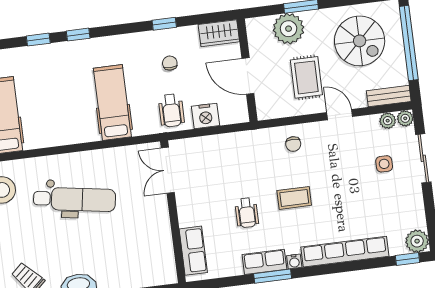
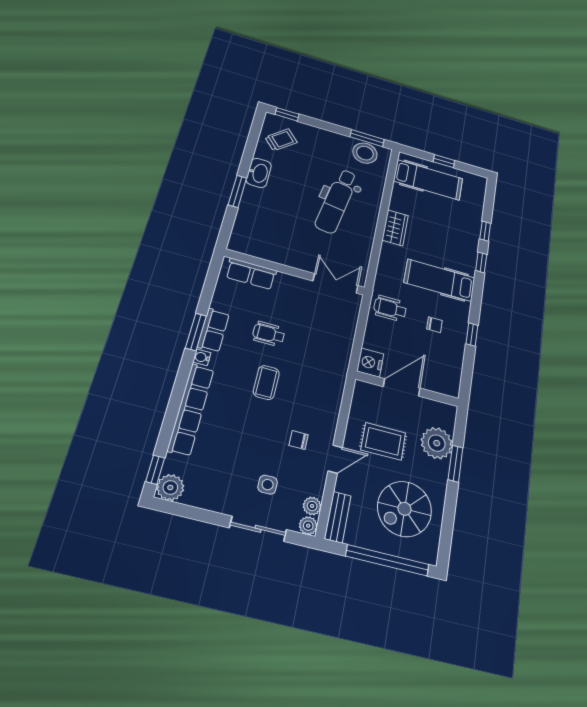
wardrobe: (219, 33) -> (395, 228), moved, turned 180
hospital bed: (112, 102) -> (440, 280), moved, turned 180
nightstand: (205, 116) -> (370, 363), moved
chair: (293, 144) -> (299, 440), moved

